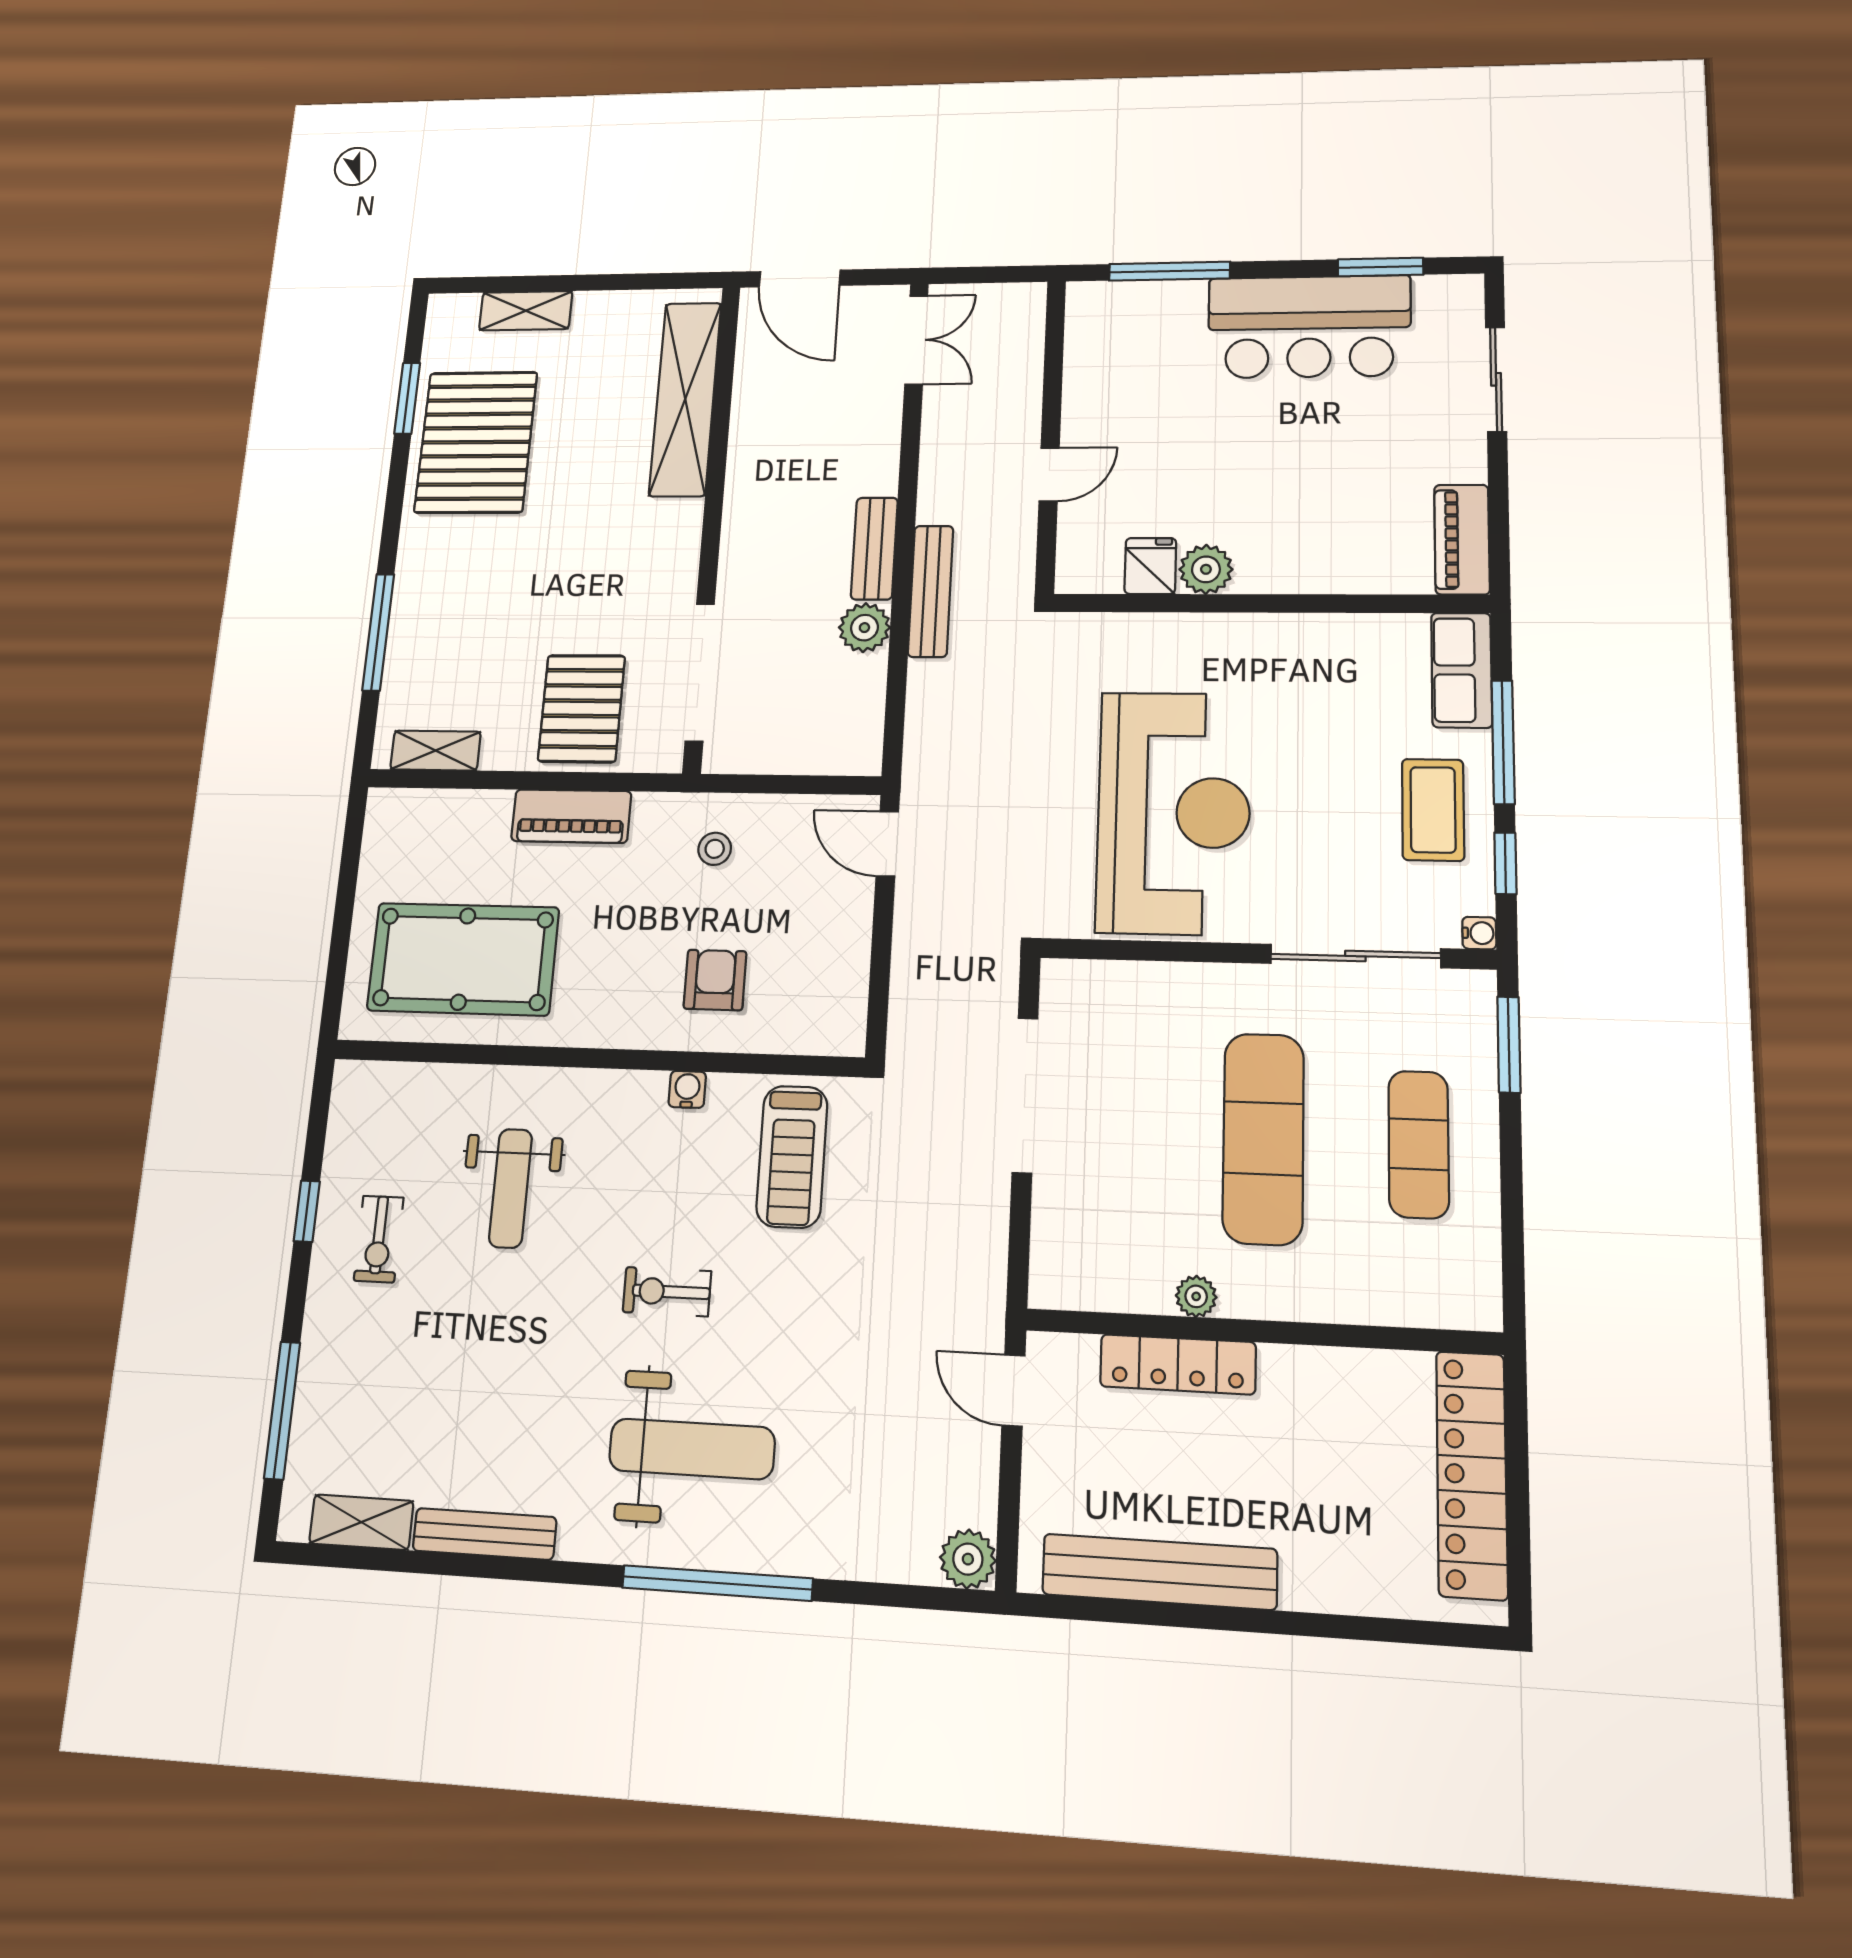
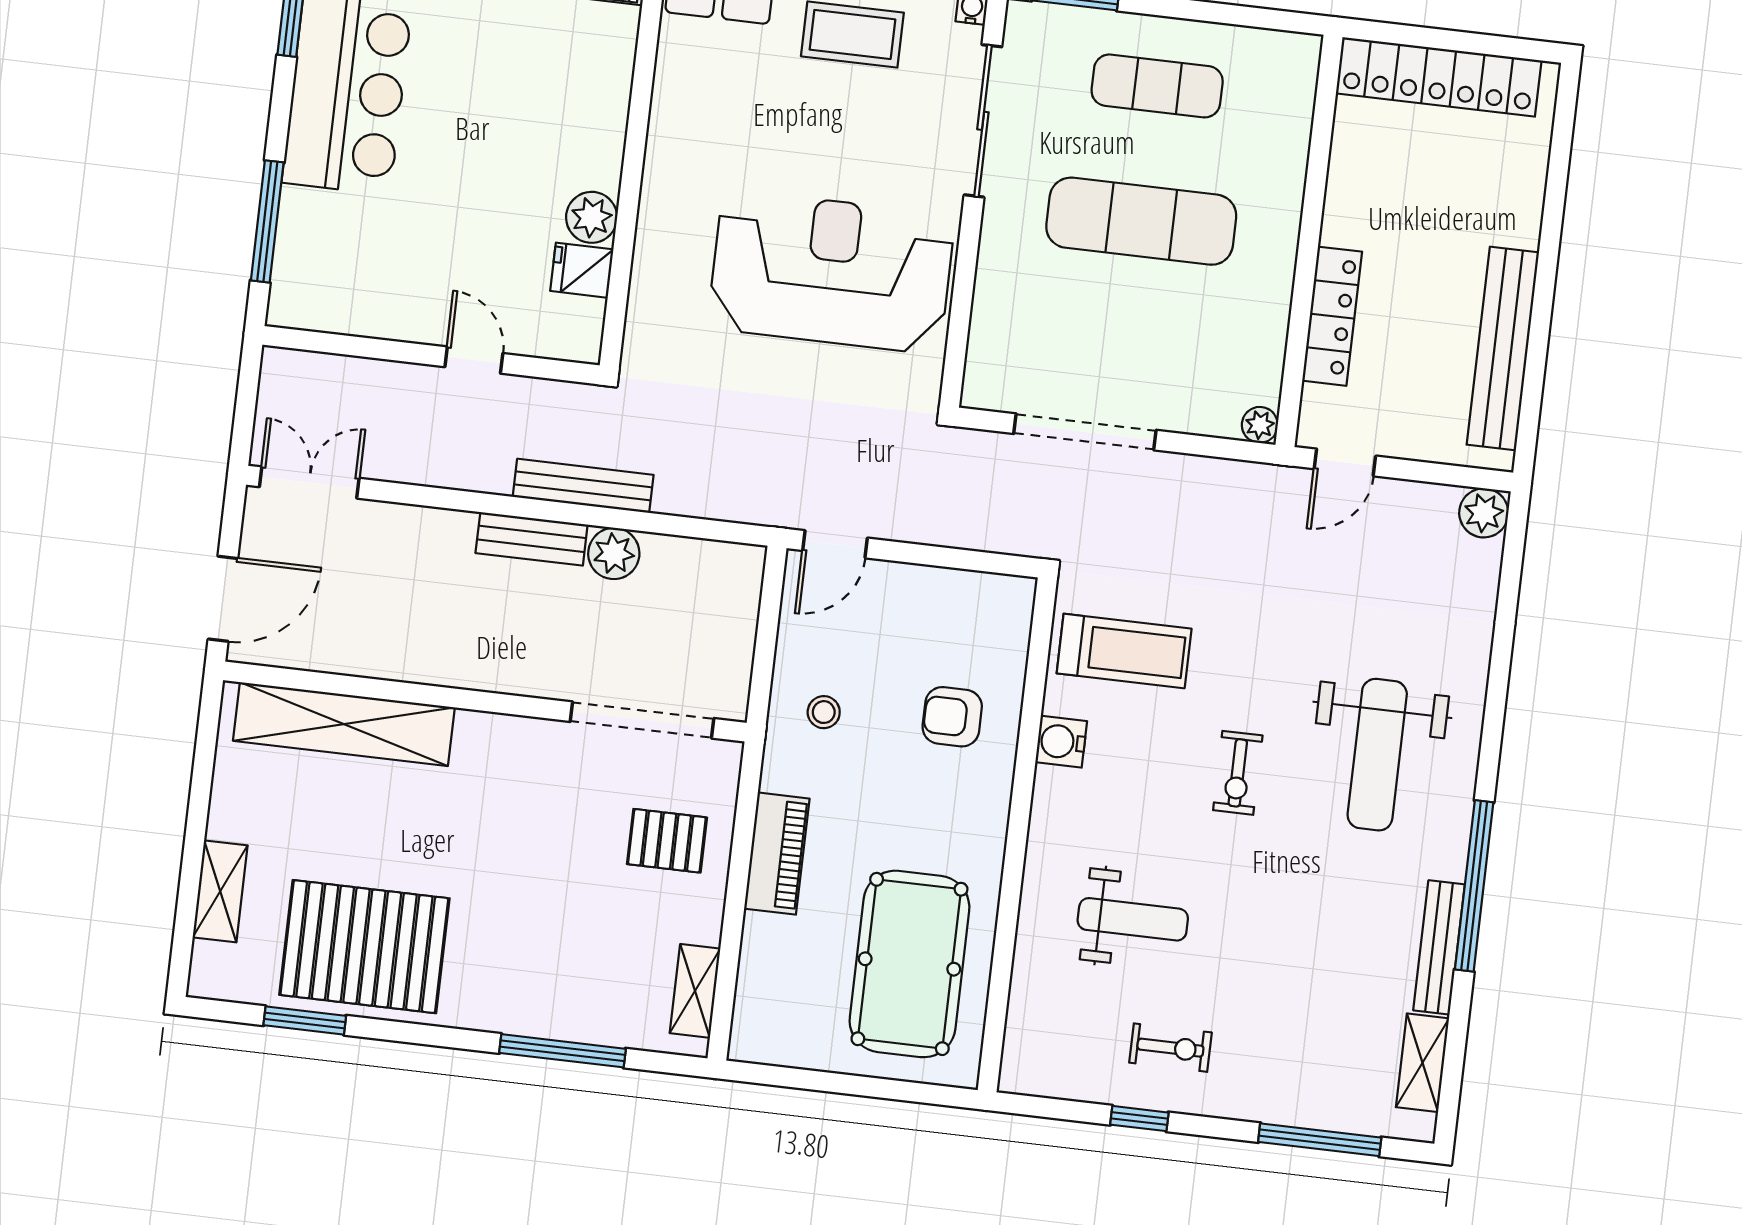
pallet: (582, 708) -> (667, 841), width x0.67, depth x0.71
water cooler: (687, 1089) -> (1061, 742), width x1.38, depth x1.38
plant: (1196, 1296) -> (1260, 425), moved
weight bench: (692, 1449) -> (1377, 755), turned 180
window: (717, 1583) -> (1474, 886), moved

